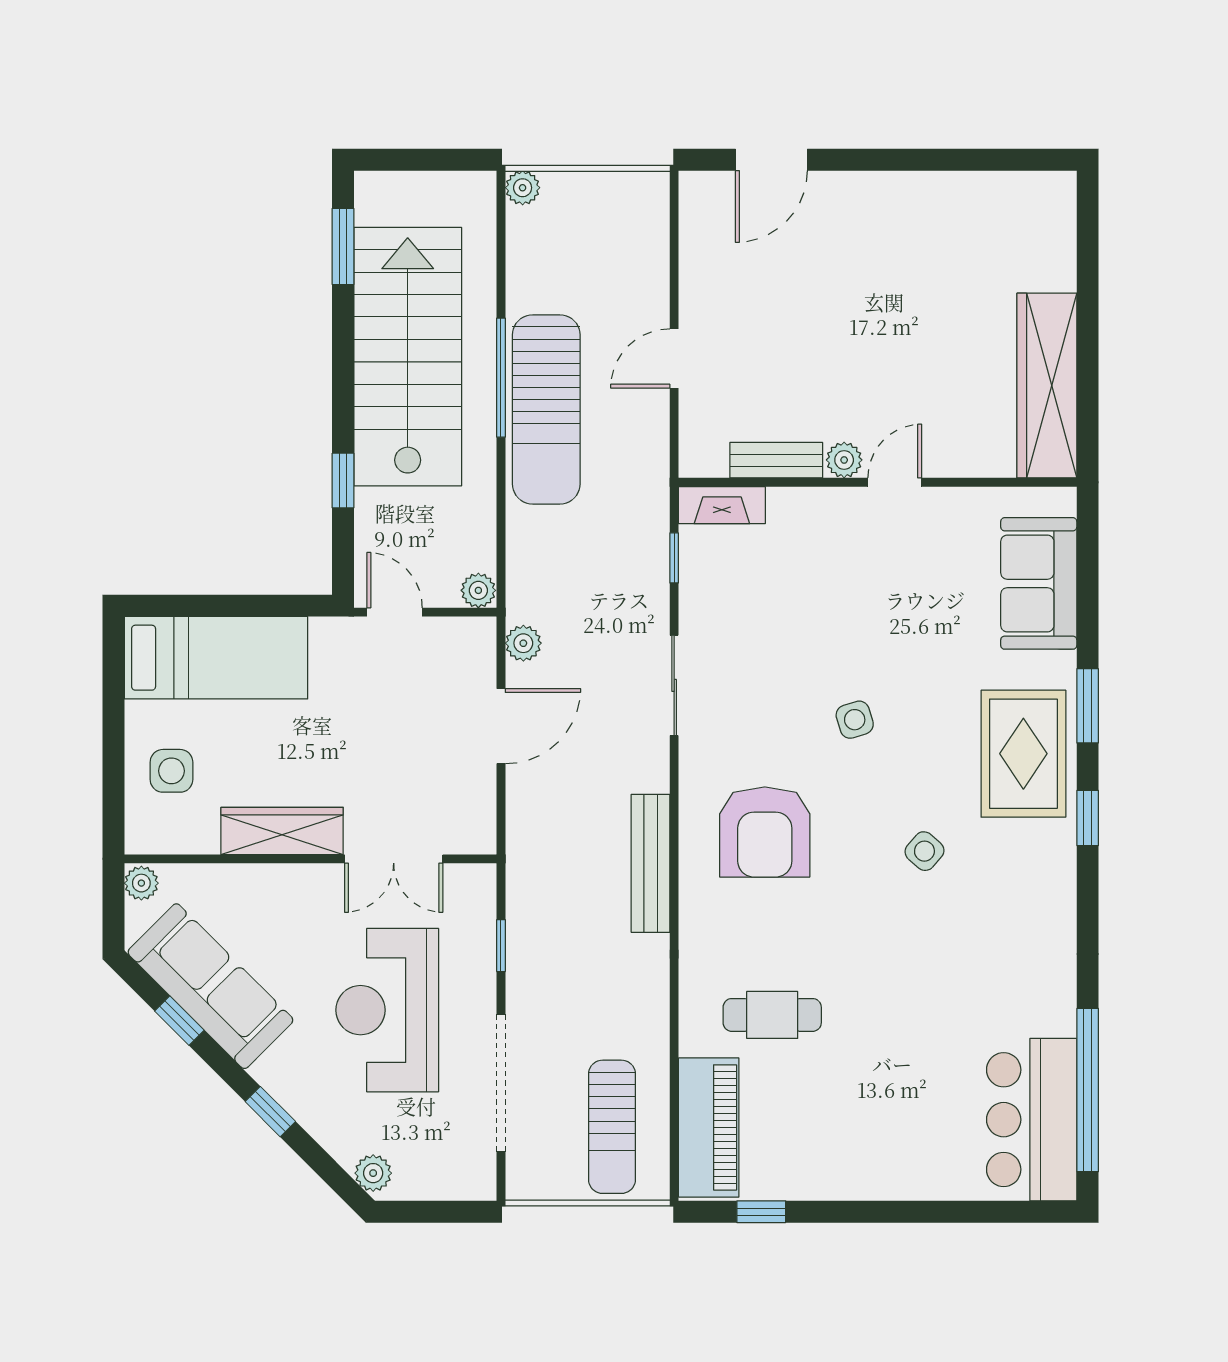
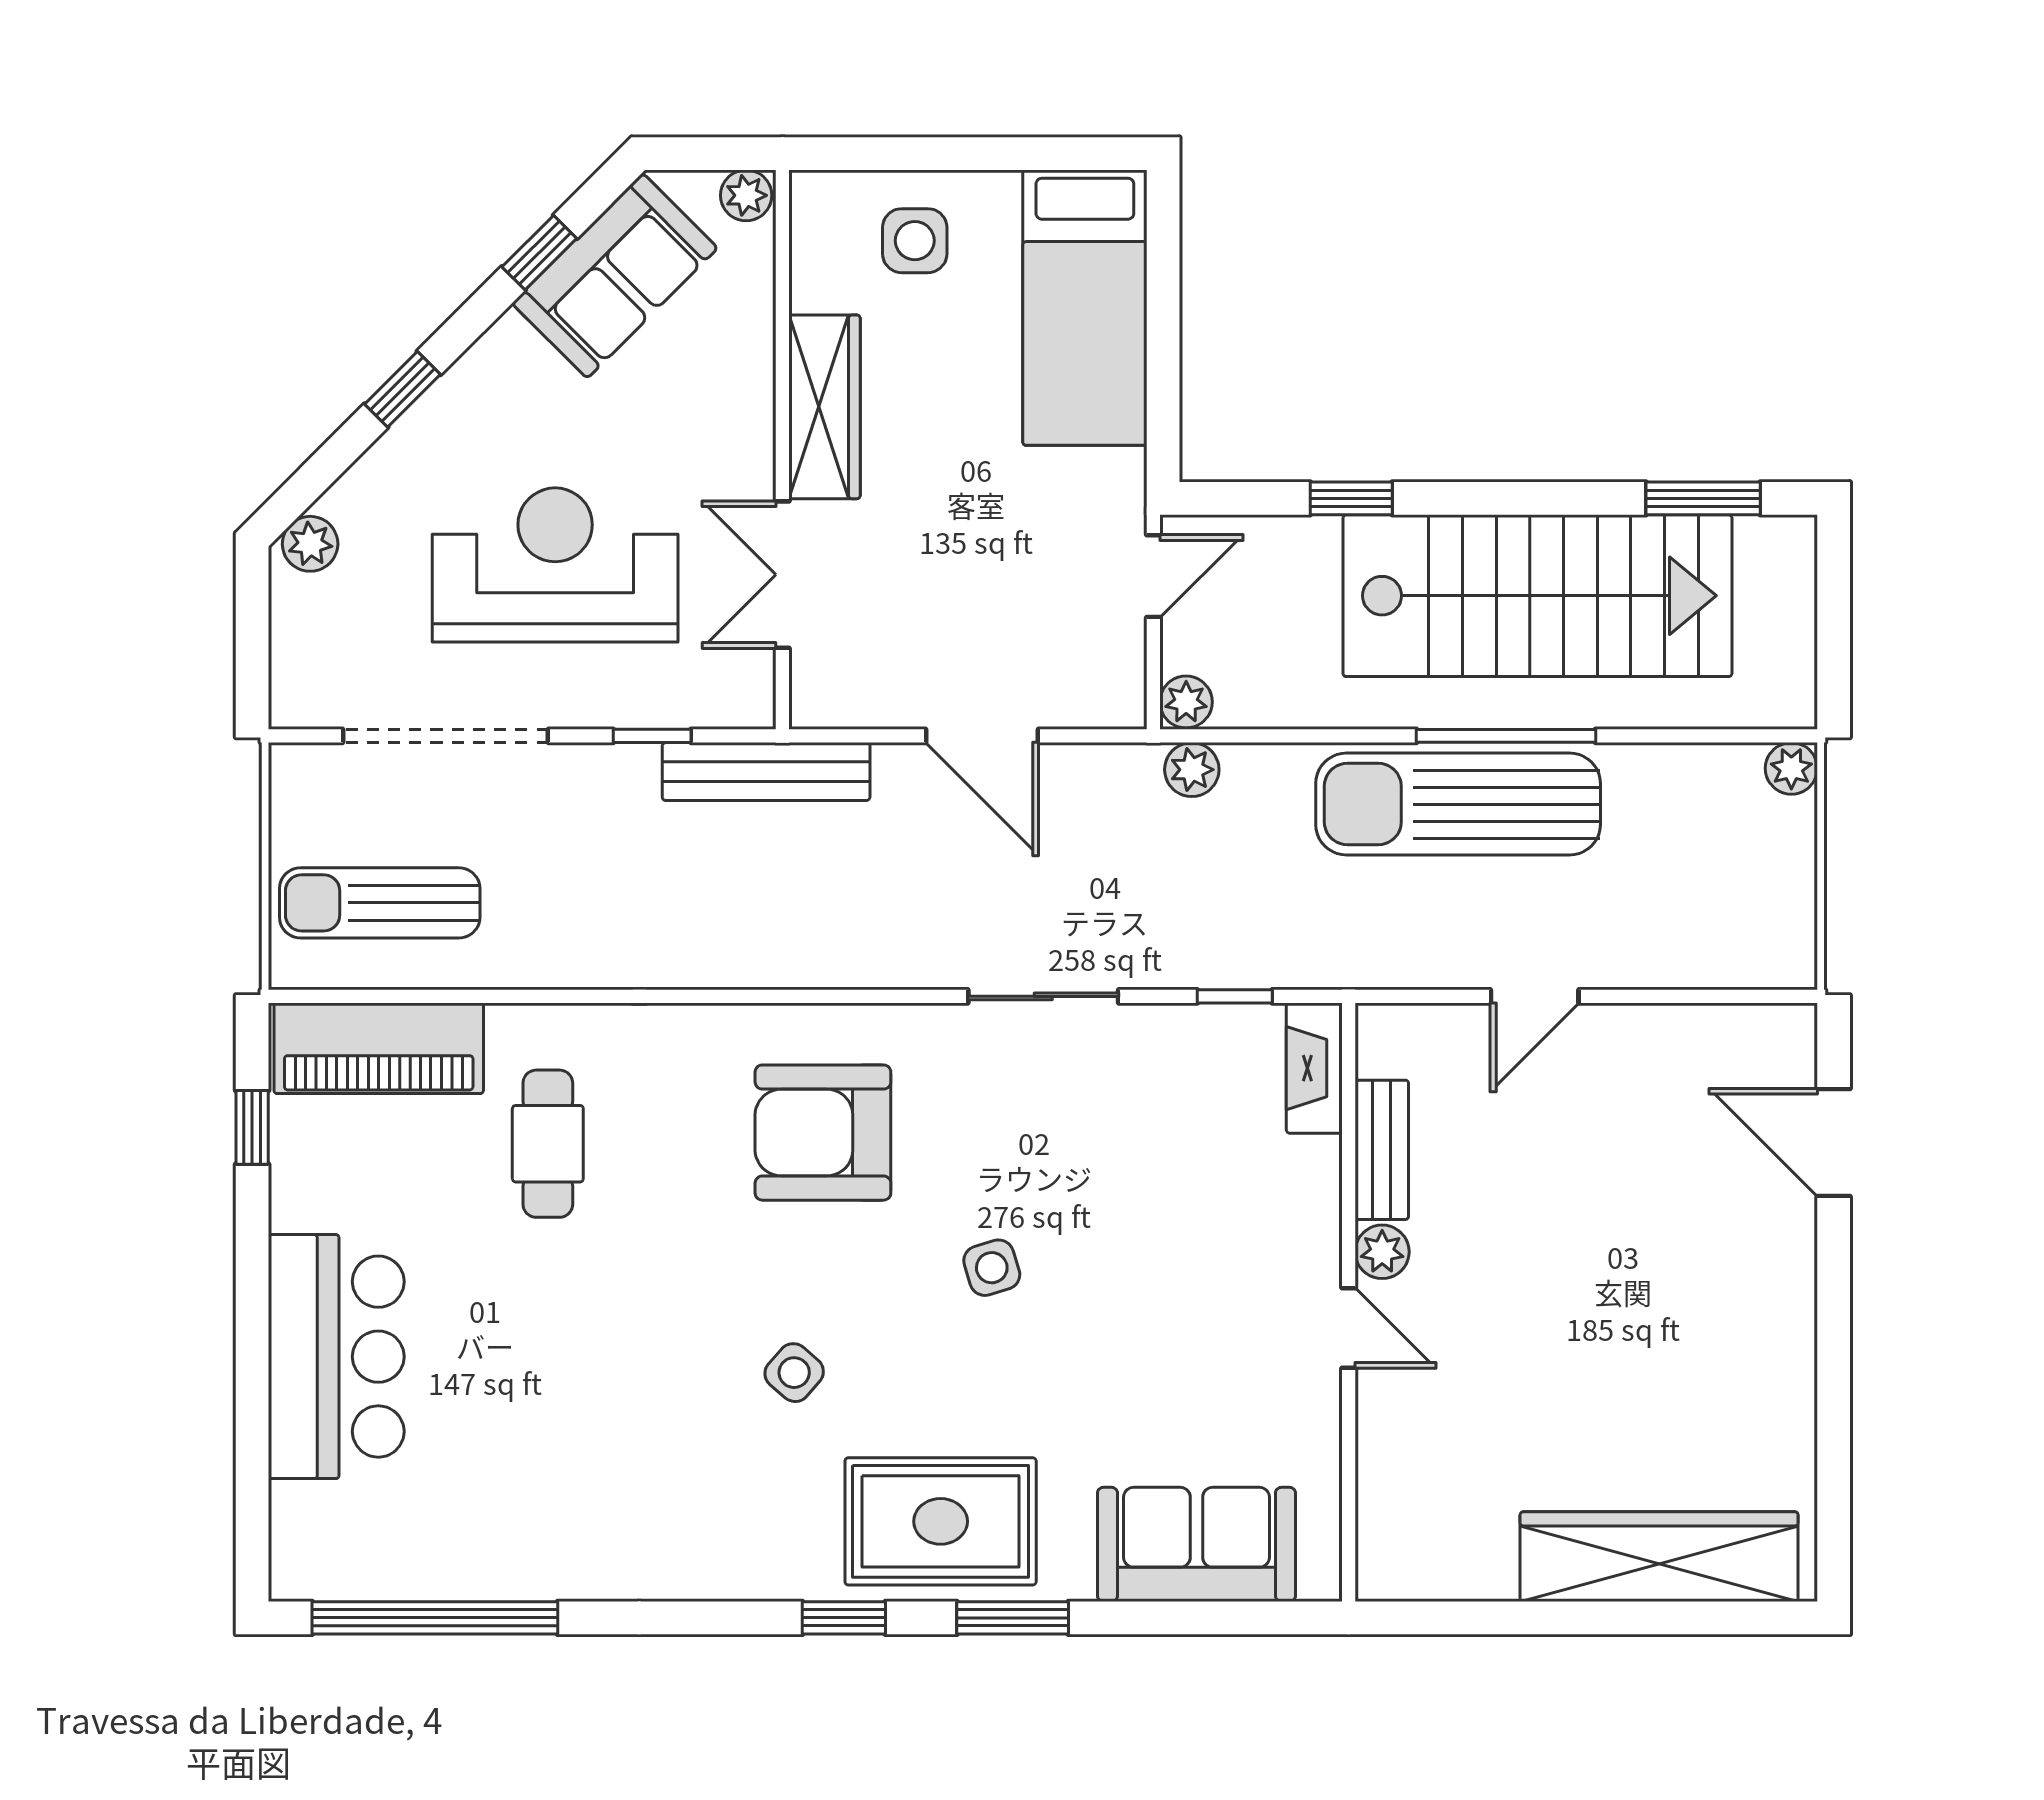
door: (674, 358) -> (1535, 996), swing flipped
wardrobe: (1047, 386) -> (1659, 1557), moved
plant: (523, 643) -> (1192, 770), moved
bench: (651, 863) -> (766, 772), moved
sofa: (210, 986) -> (615, 276), width x0.73
bar counter: (1032, 1120) -> (336, 1357), moved, turned 90

